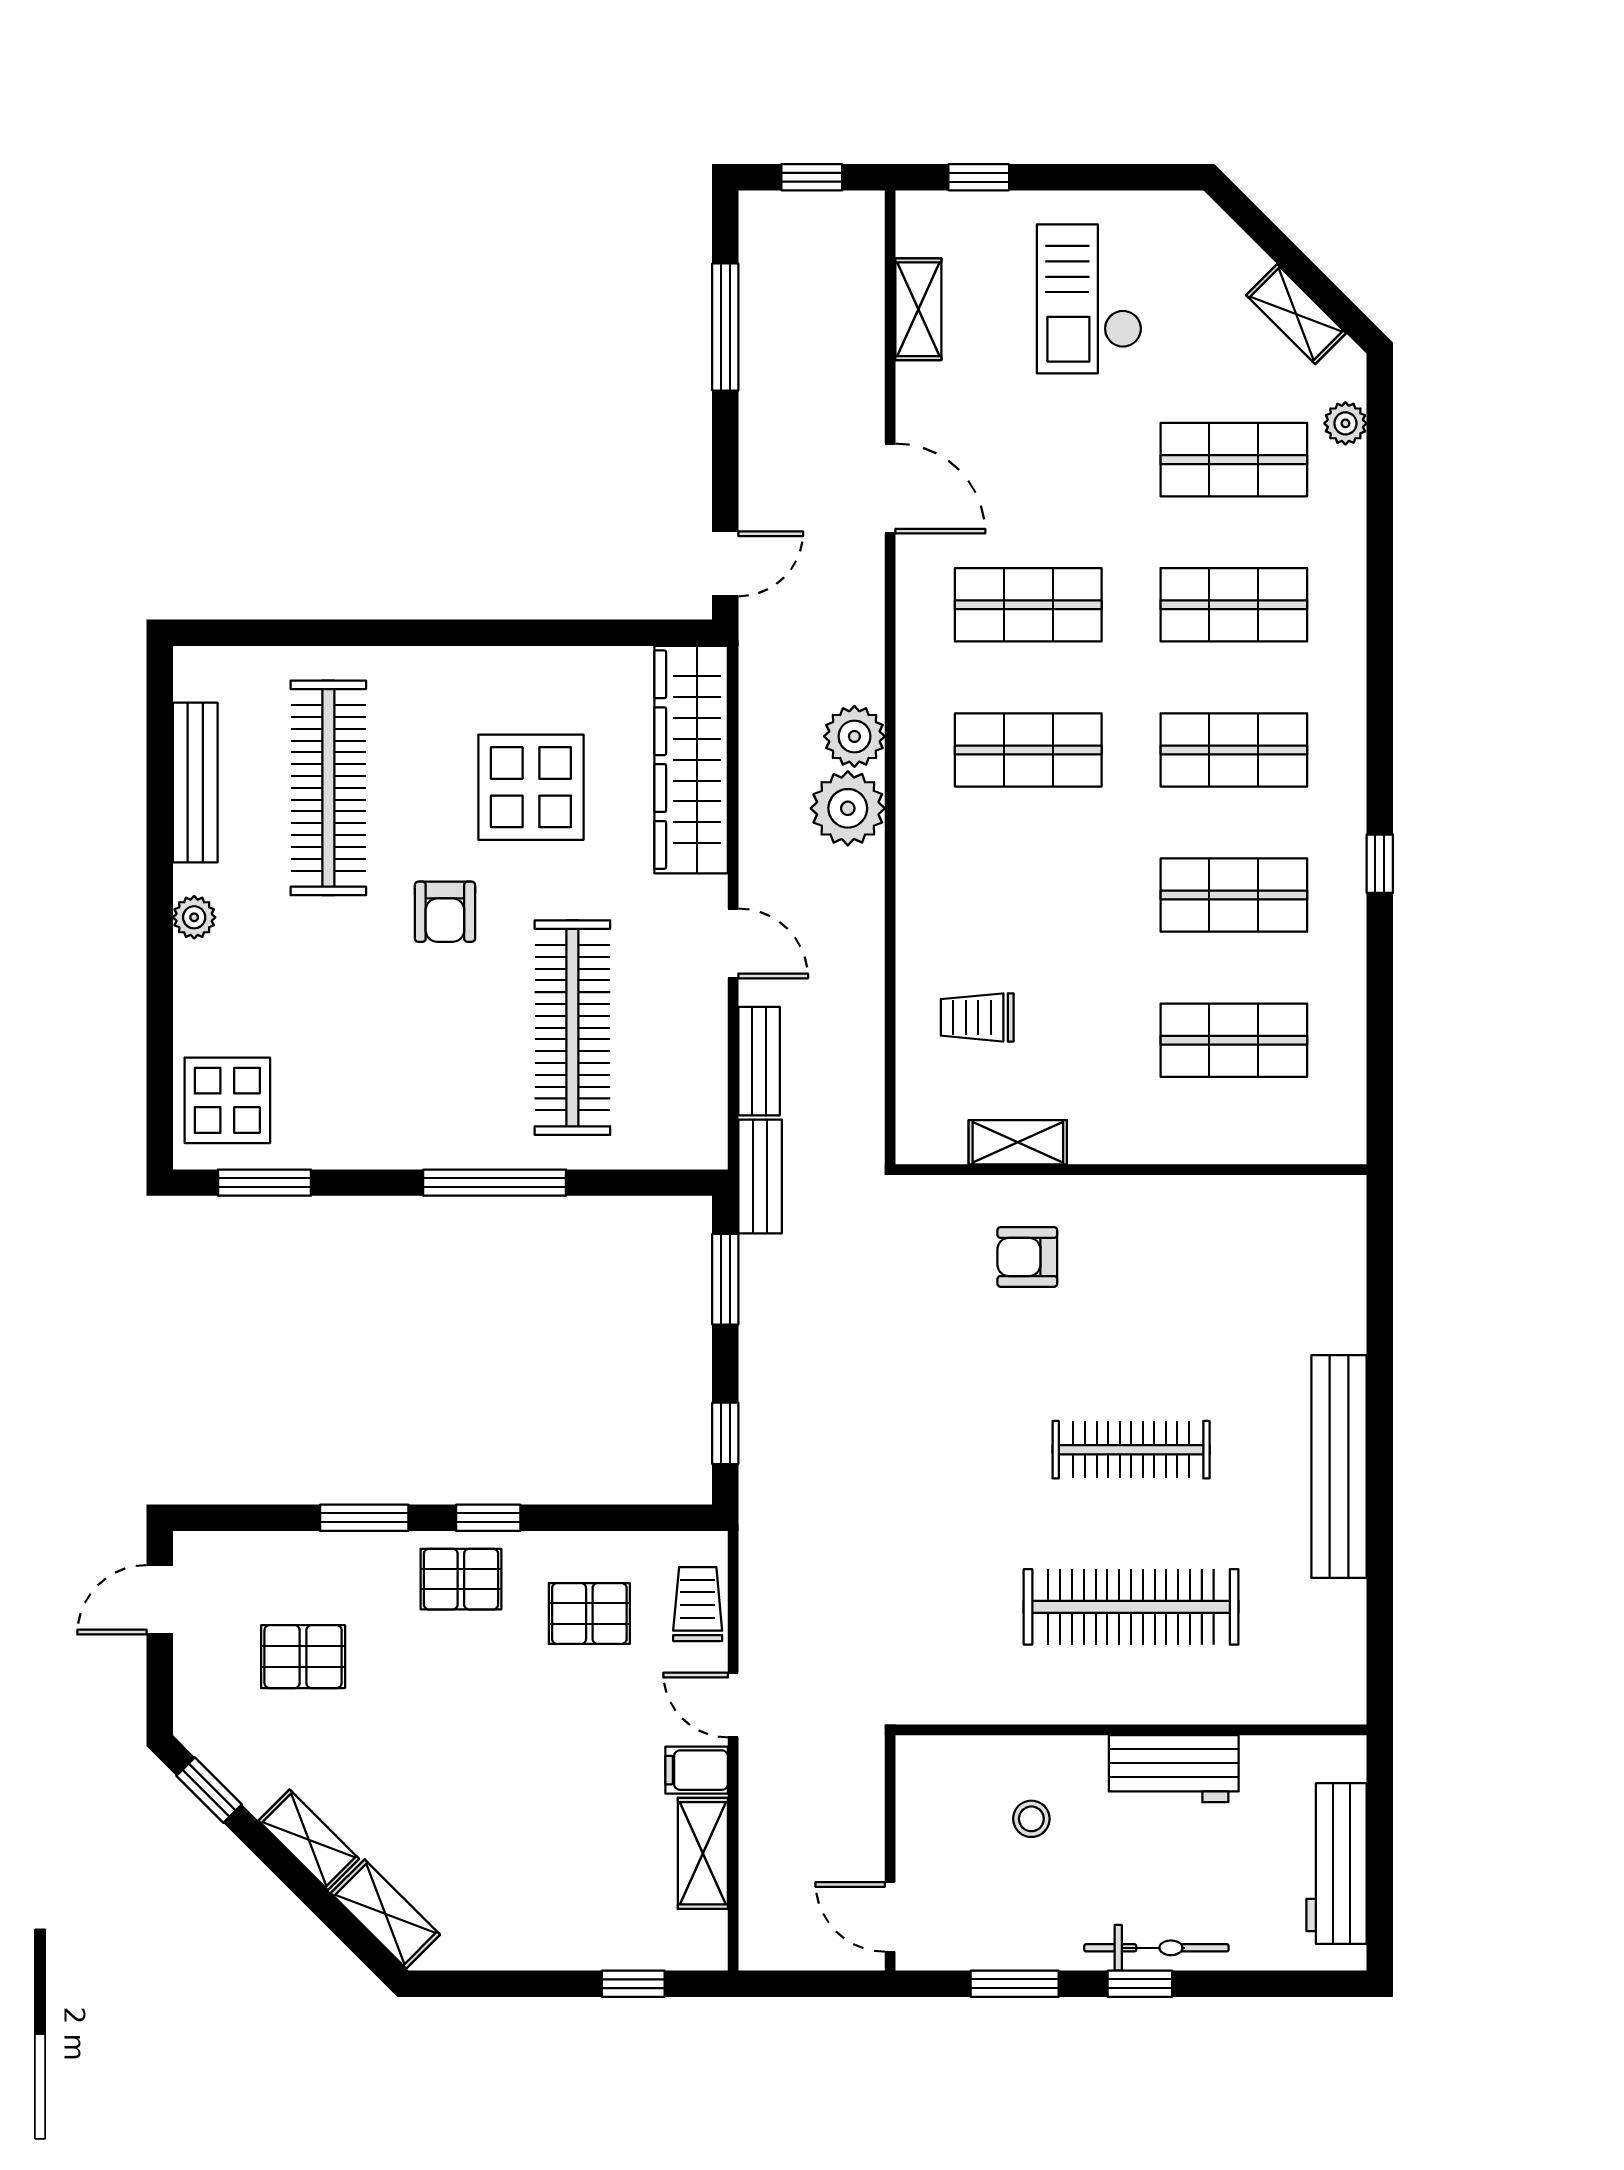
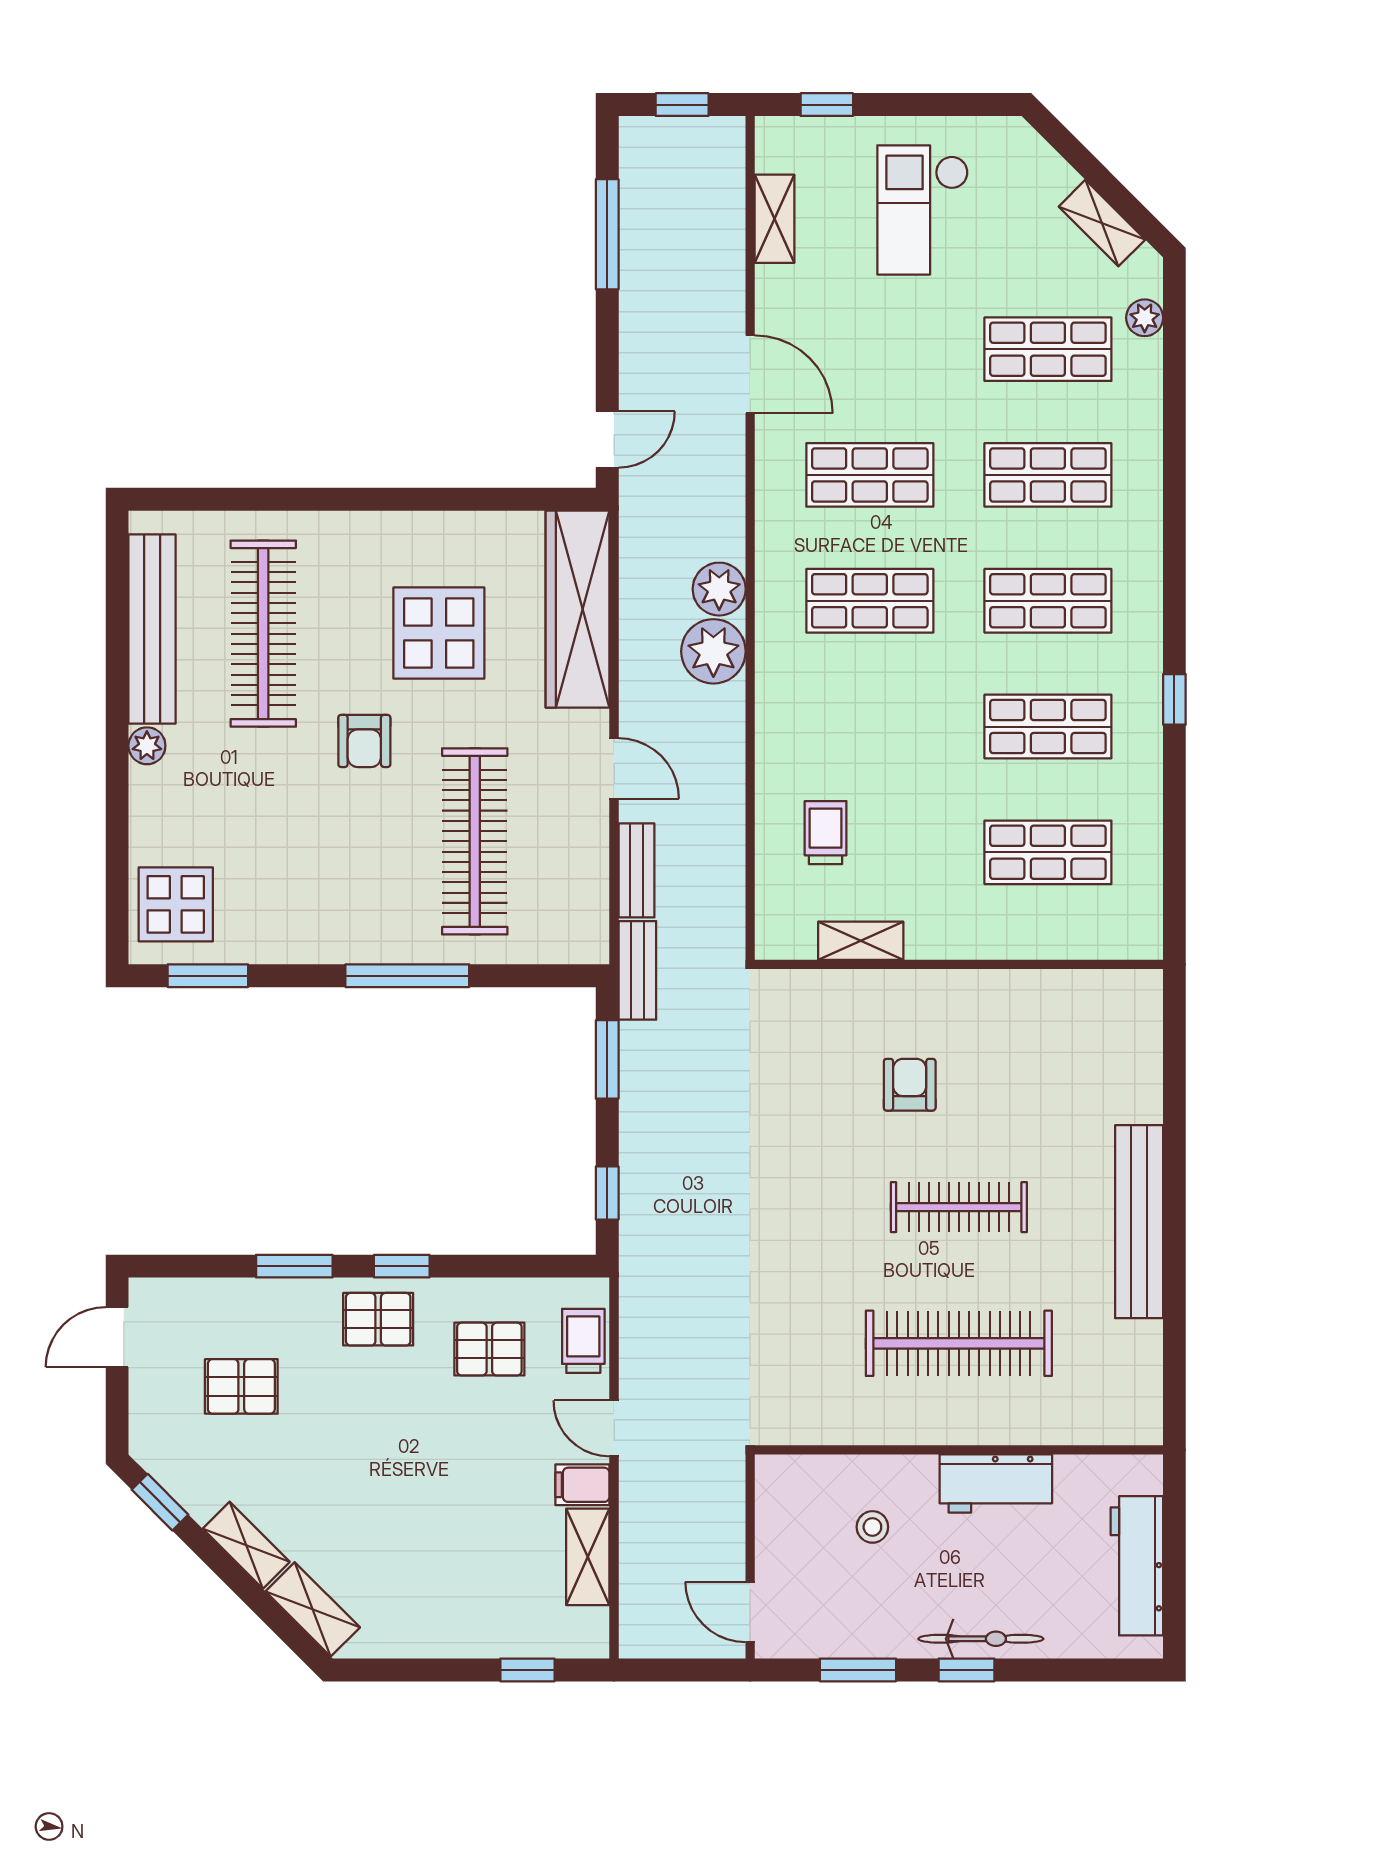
bench: (195, 783) -> (152, 629), width x1.37, depth x1.21
trolley: (977, 1017) -> (826, 833), turned 90
armchair: (1027, 1257) -> (910, 1085), moved, turned 90

